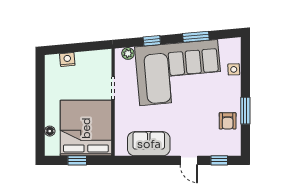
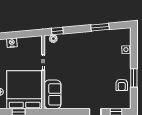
window: (152, 41) -> (57, 31), moved
corner sofa: (179, 73) -> (88, 52), removed
sofa: (149, 144) -> (53, 94), moved, turned 90

